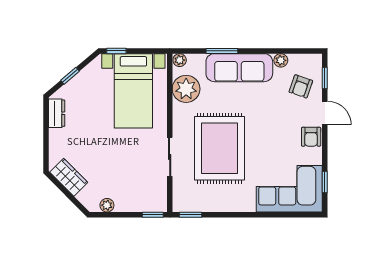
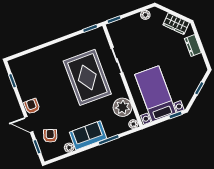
sofa: (239, 68) -> (88, 135), width x0.73
dresser: (57, 113) -> (193, 45), moved
corner sofa: (289, 189) -> (34, 68), removed

